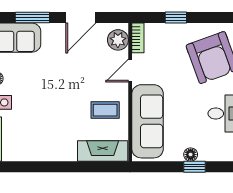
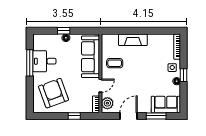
fireplace: (103, 151) -> (133, 40), moved

